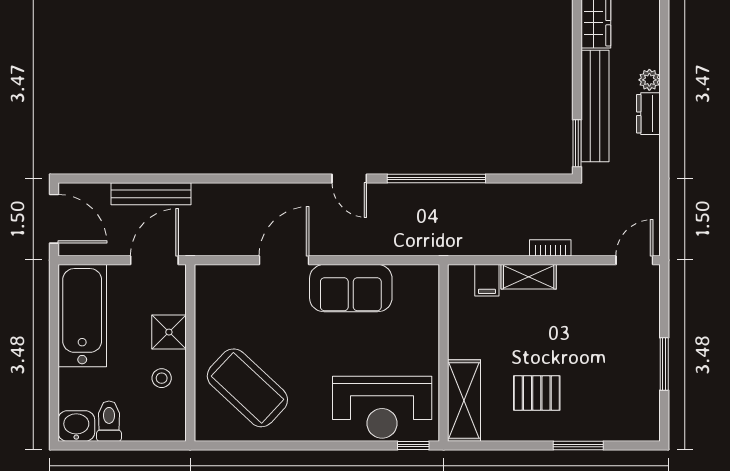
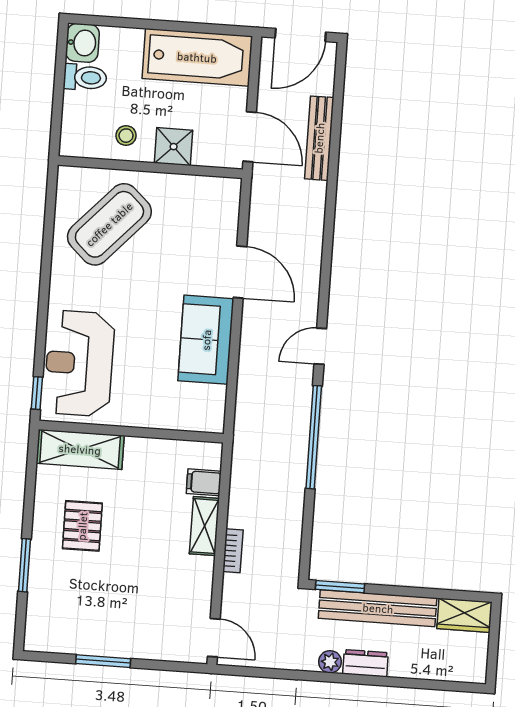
plant: (649, 80) -> (330, 662), moved

